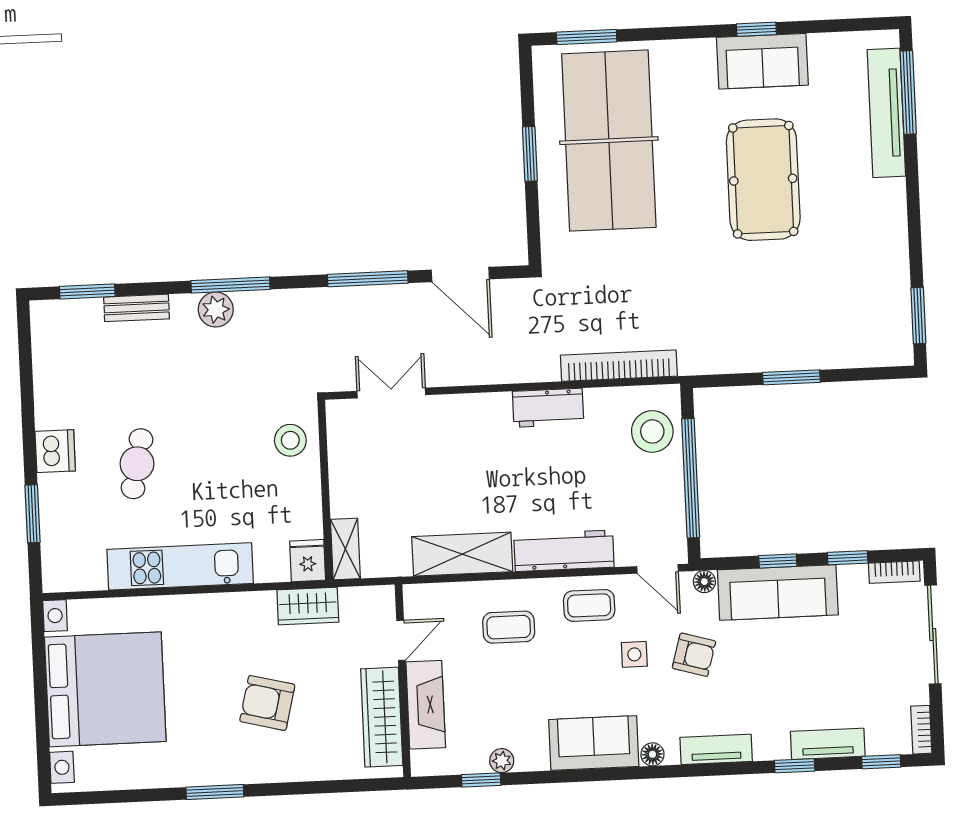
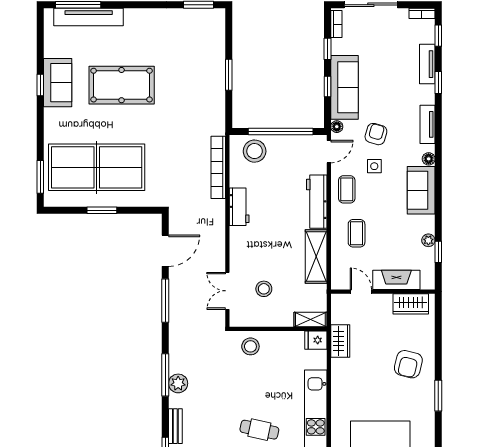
stool: (398, 460) -> (264, 289), added
armchair: (267, 703) -> (408, 364), moved
wardrobe: (382, 717) -> (411, 304), width x0.67

